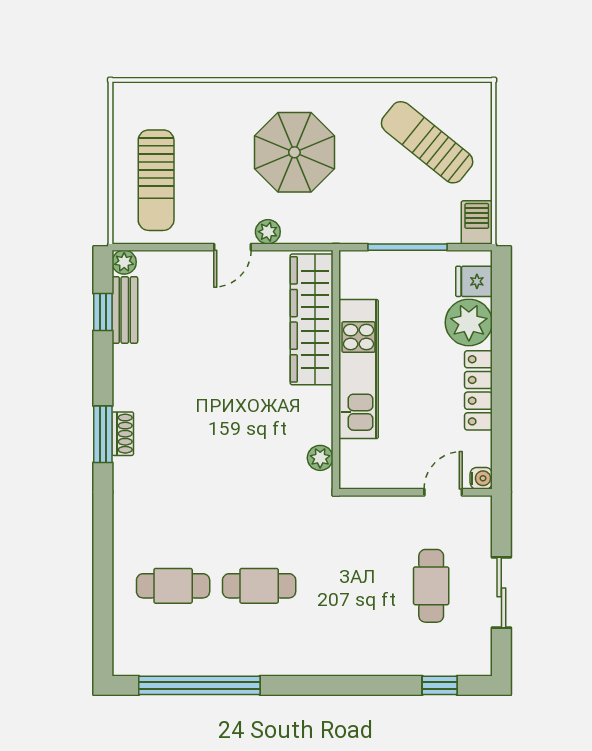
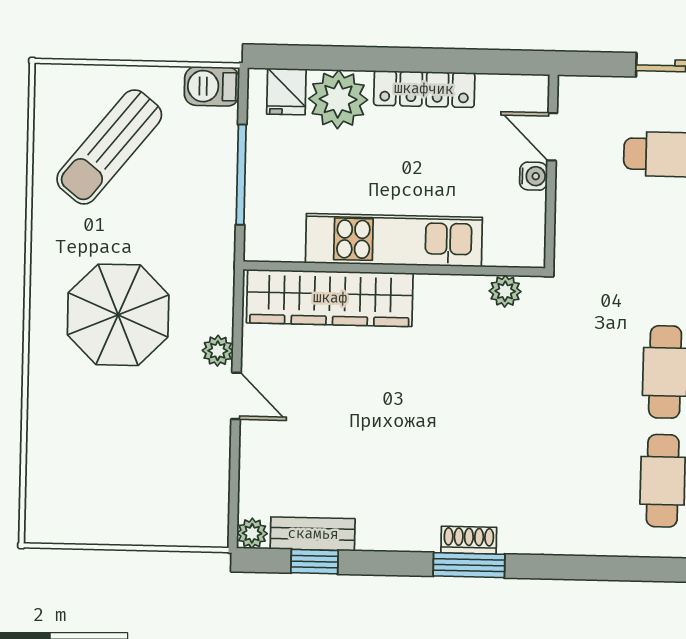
sun lounger: (156, 180) -> (149, 491), removed
water cooler: (481, 478) -> (533, 176), moved, turned 90

